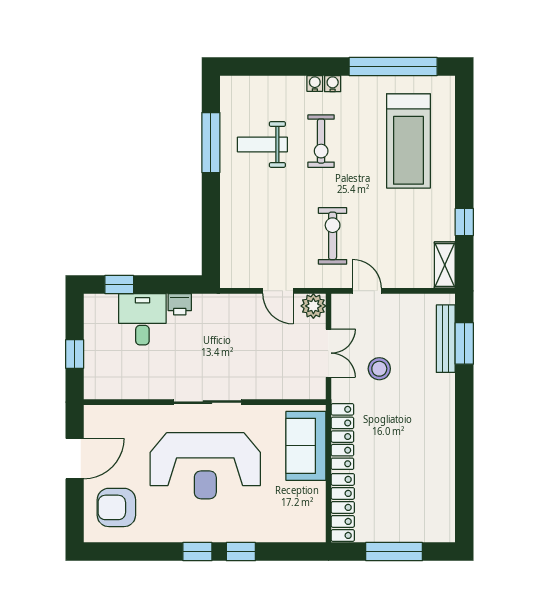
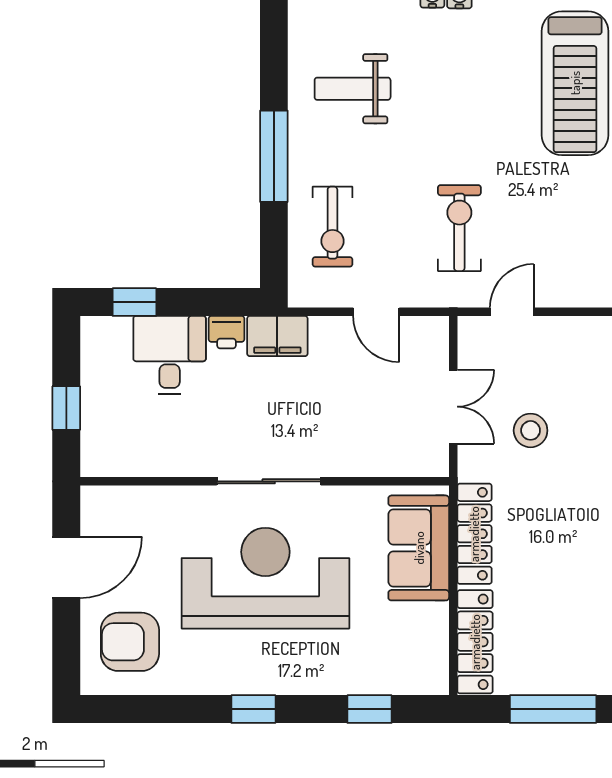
exercise bike: (321, 141) -> (332, 227), moved
window: (211, 143) -> (274, 156), moved
door: (367, 291) -> (512, 312), hinge flipped
plant: (313, 306) -> (430, 335), removed
filing cabinet: (213, 307) -> (277, 336), added
reception desk: (205, 466) -> (265, 578), turned 180
window: (241, 552) -> (370, 709), moved

